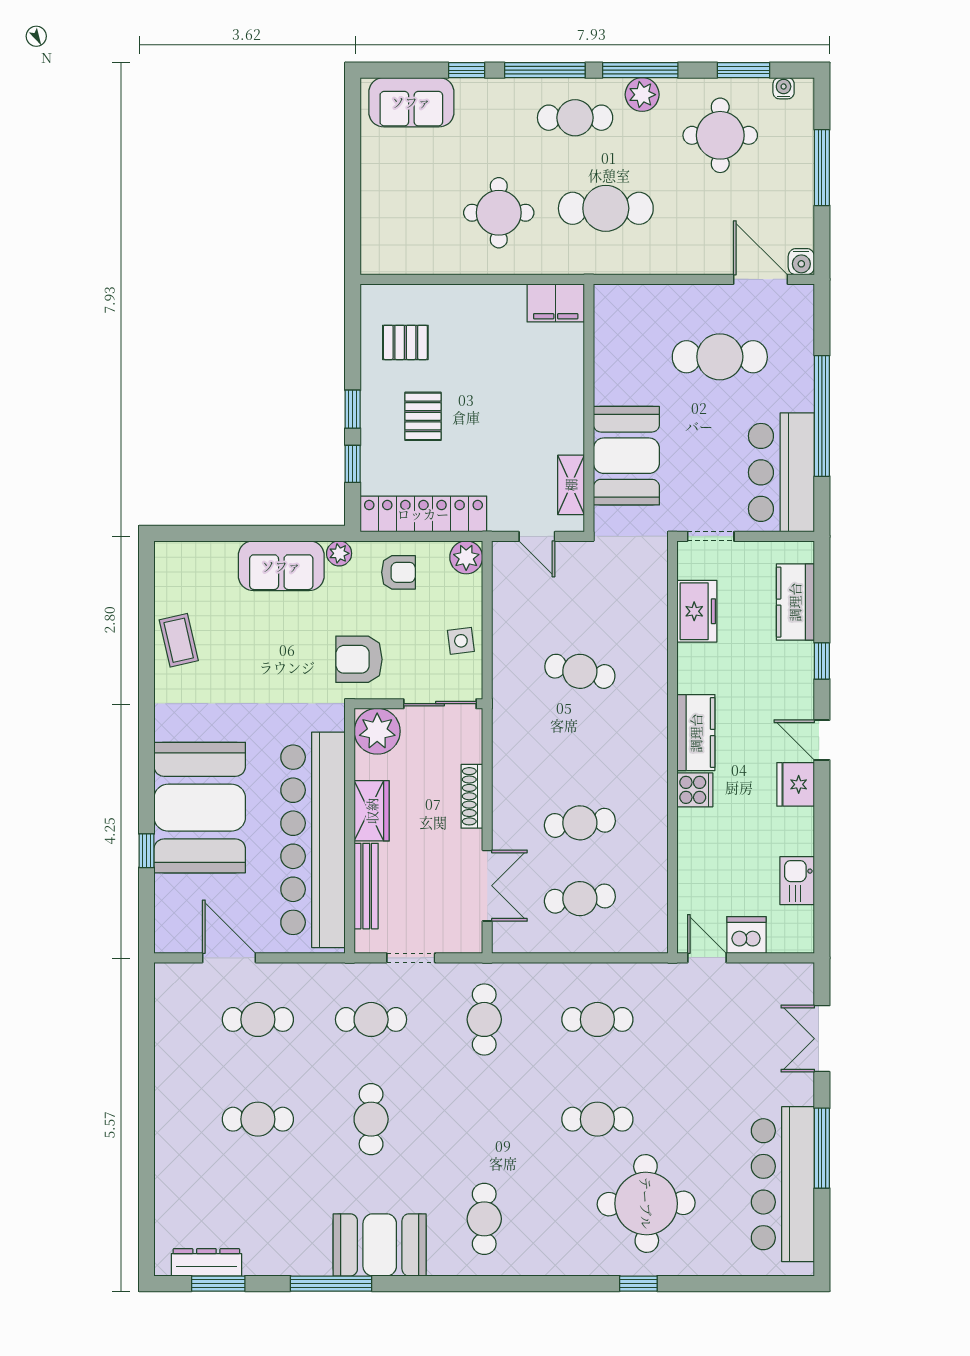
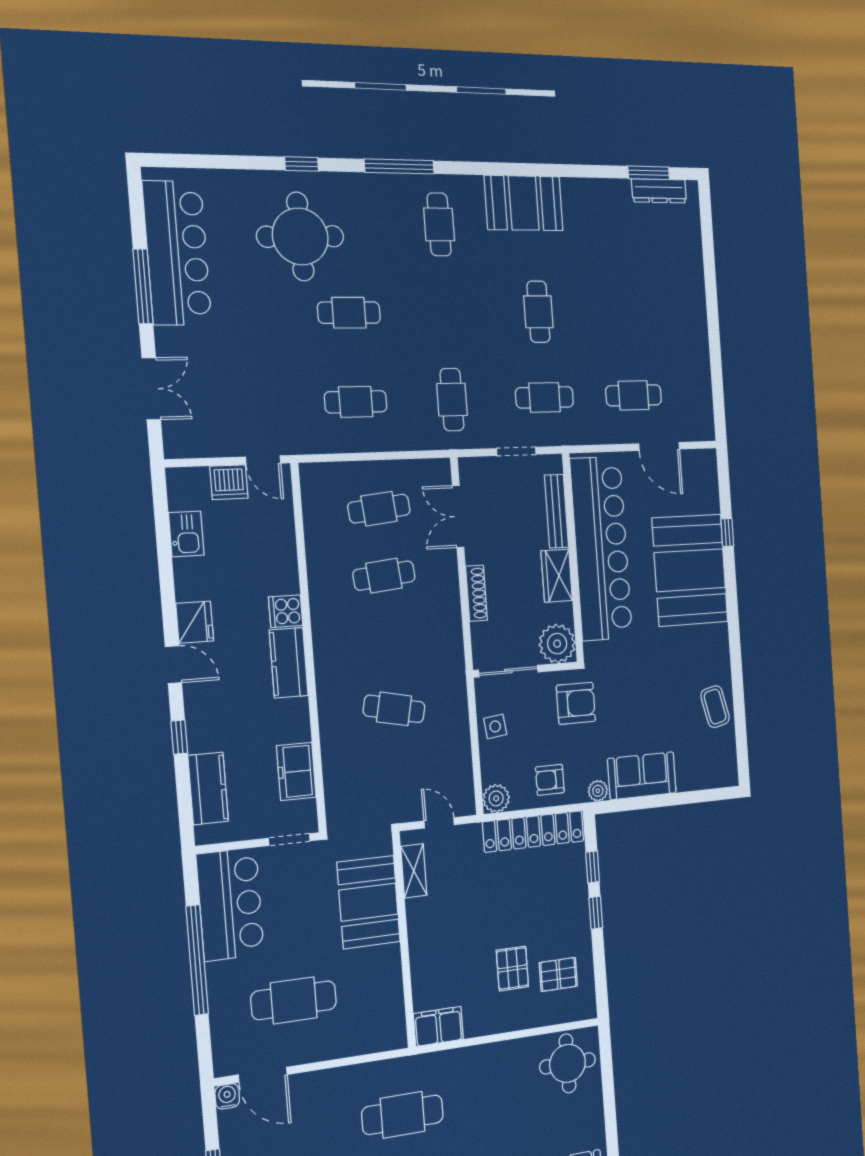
round table: (499, 213) -> (568, 1063), moved
pallet: (423, 416) -> (512, 968), moved
cafe table: (258, 1119) -> (628, 311), removed
window: (331, 1284) -> (399, 166), moved

